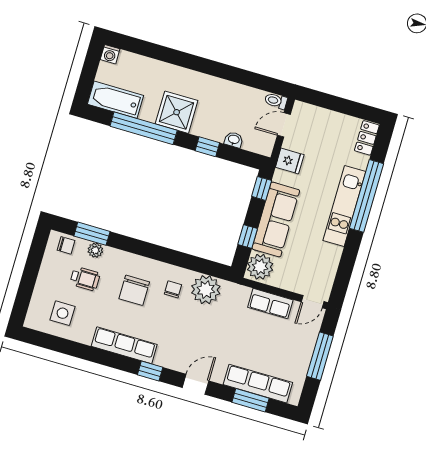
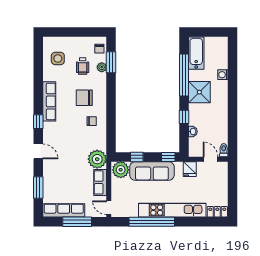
washing machine: (110, 54) -> (223, 75), moved
window: (366, 196) -> (152, 222), moved
kitchen unit: (344, 206) -> (172, 210), width x1.36
plant: (206, 290) -> (97, 159), moved
row of seats: (258, 384) -> (64, 210), moved, turned -90

